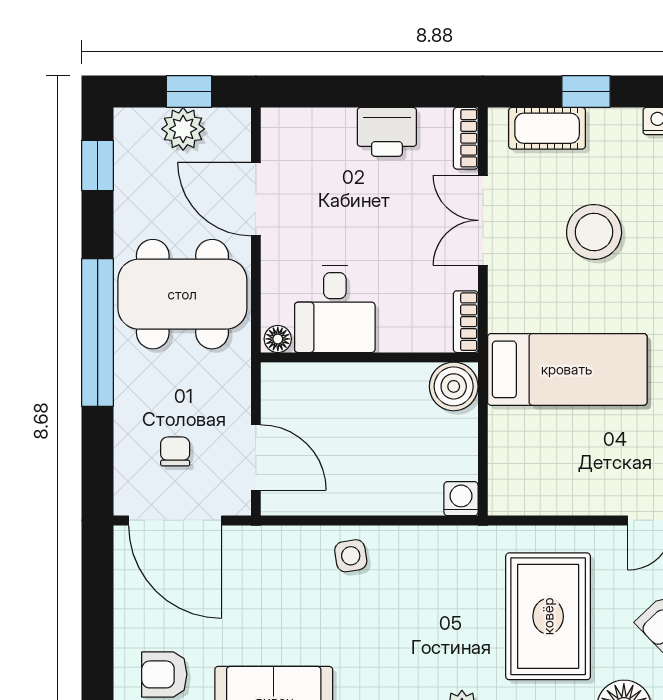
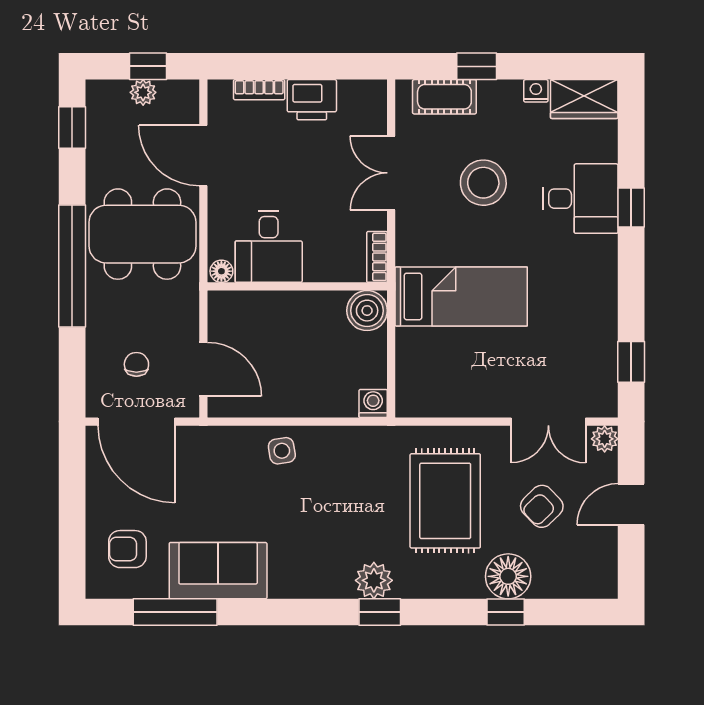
plant: (183, 129) -> (143, 92), width x0.73, depth x0.73
bookcase: (466, 138) -> (259, 90), moved, turned -90

